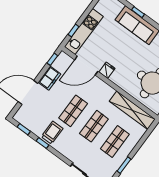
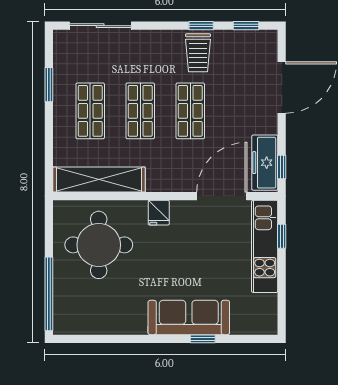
fridge: (107, 70) -> (159, 213), moved
freezer: (49, 78) -> (265, 163), moved, width x1.40

